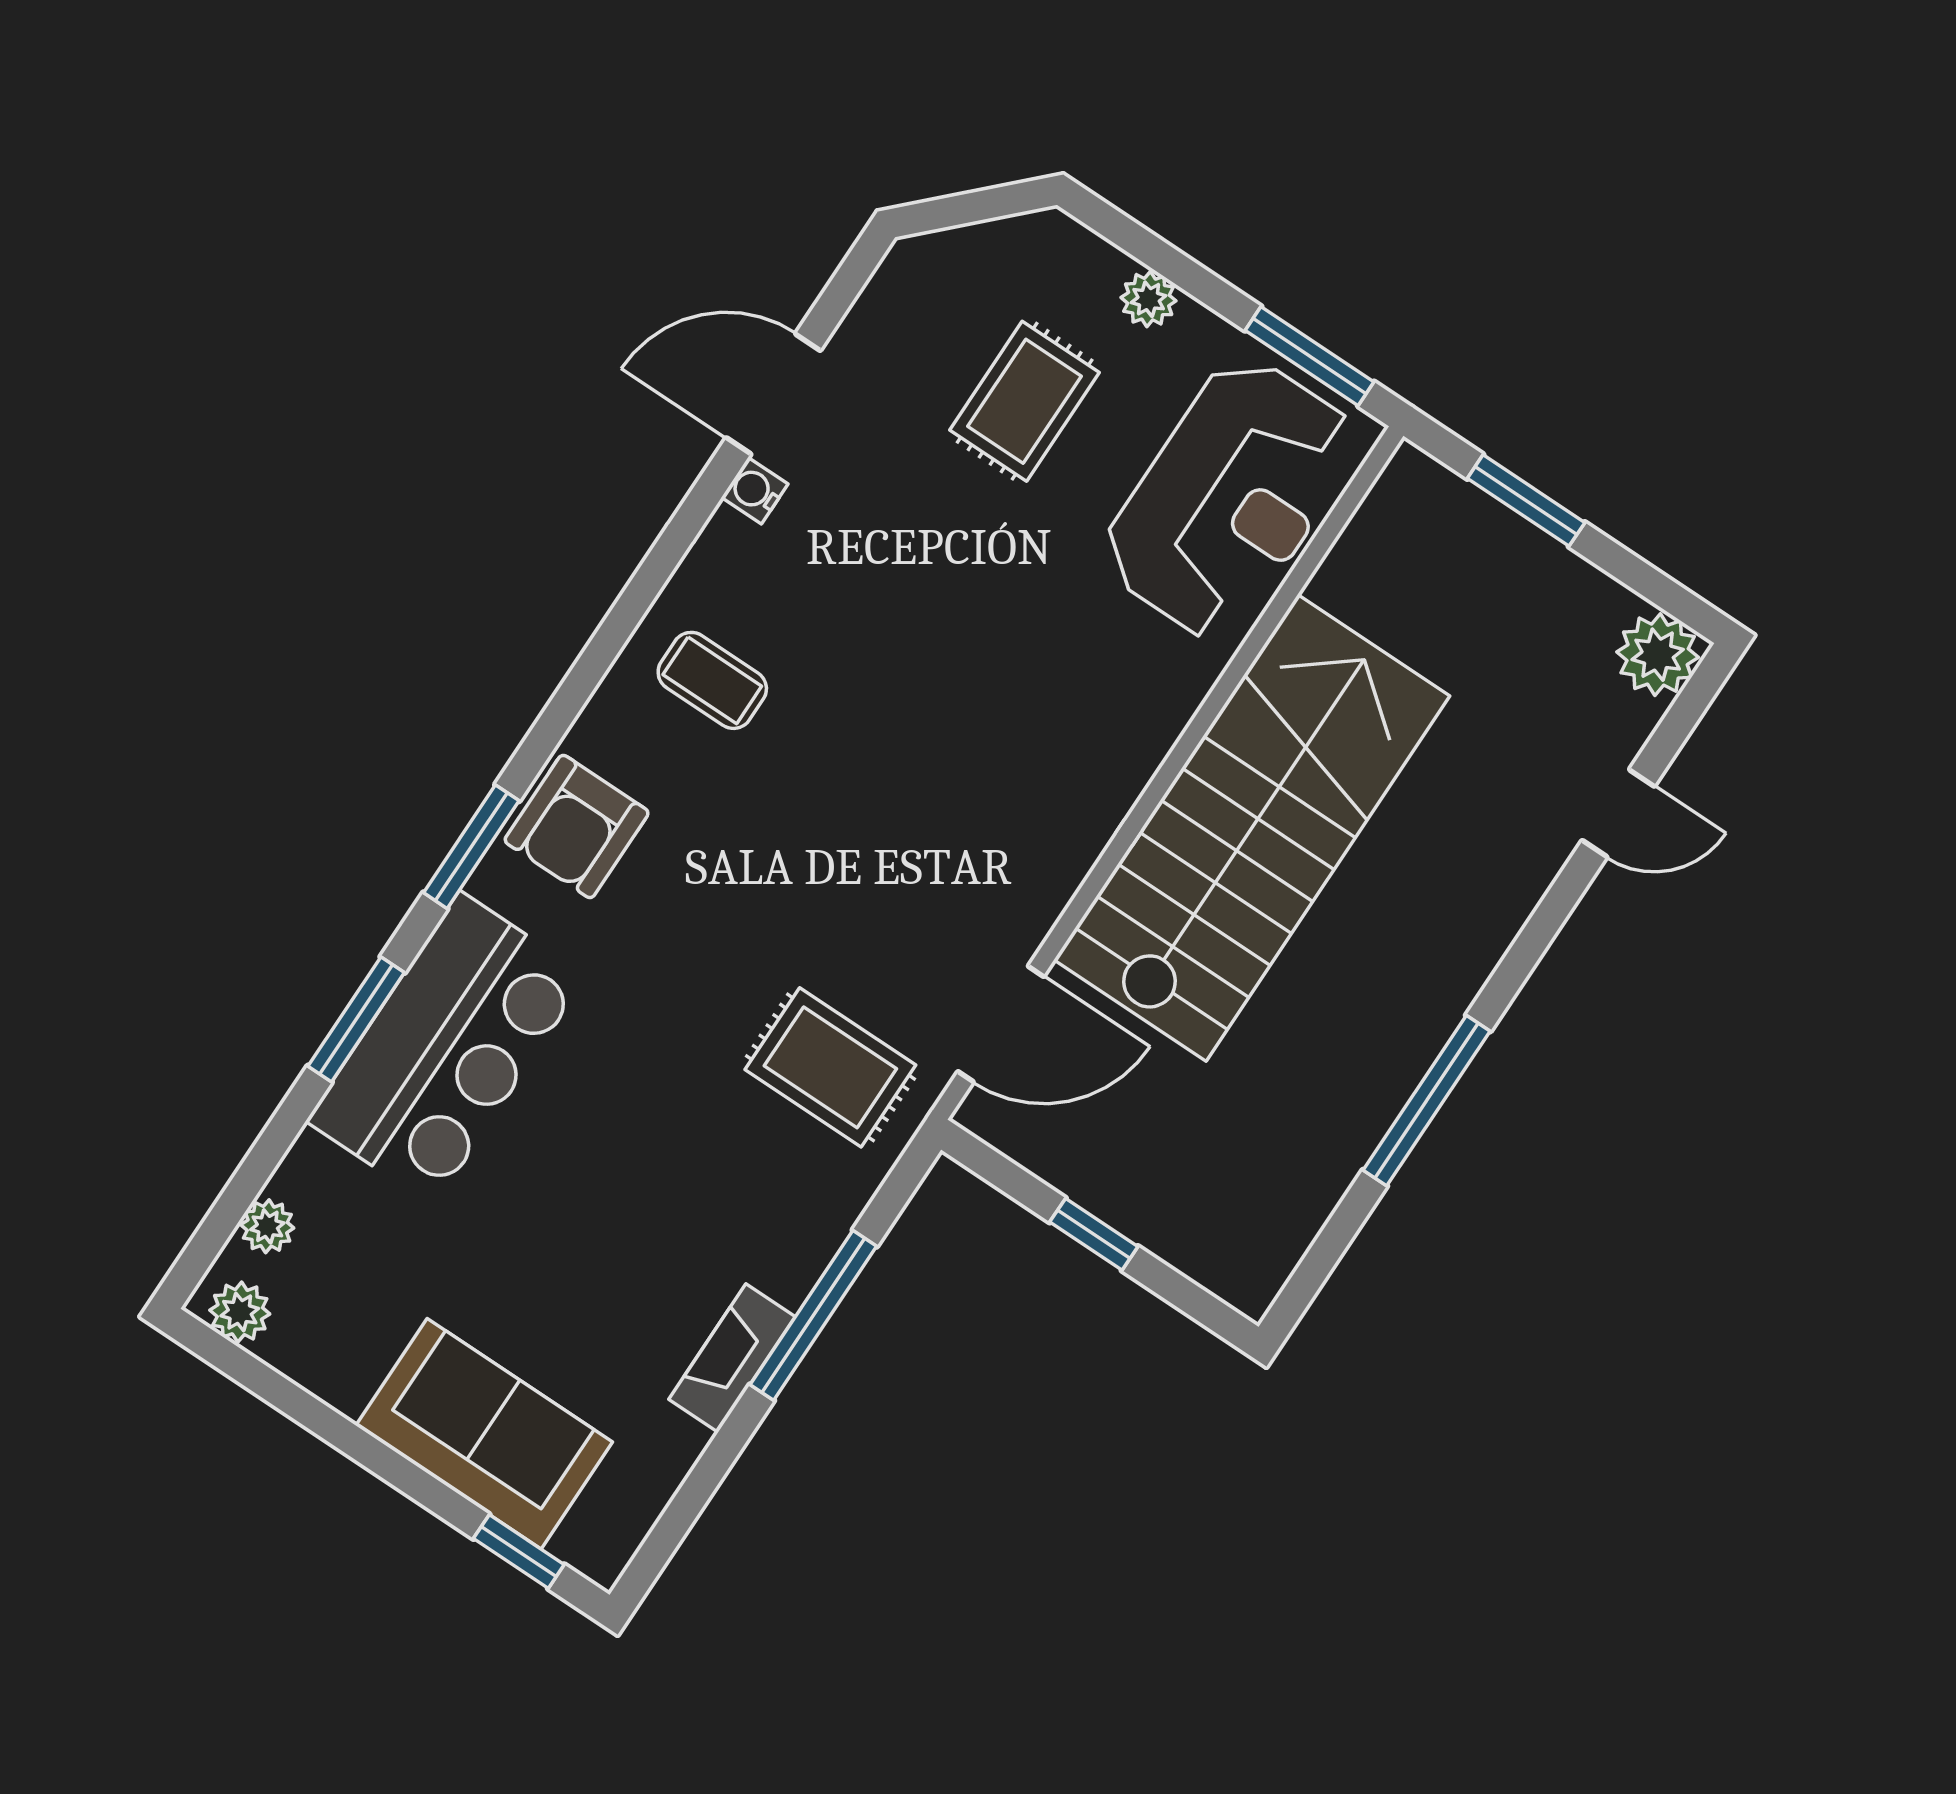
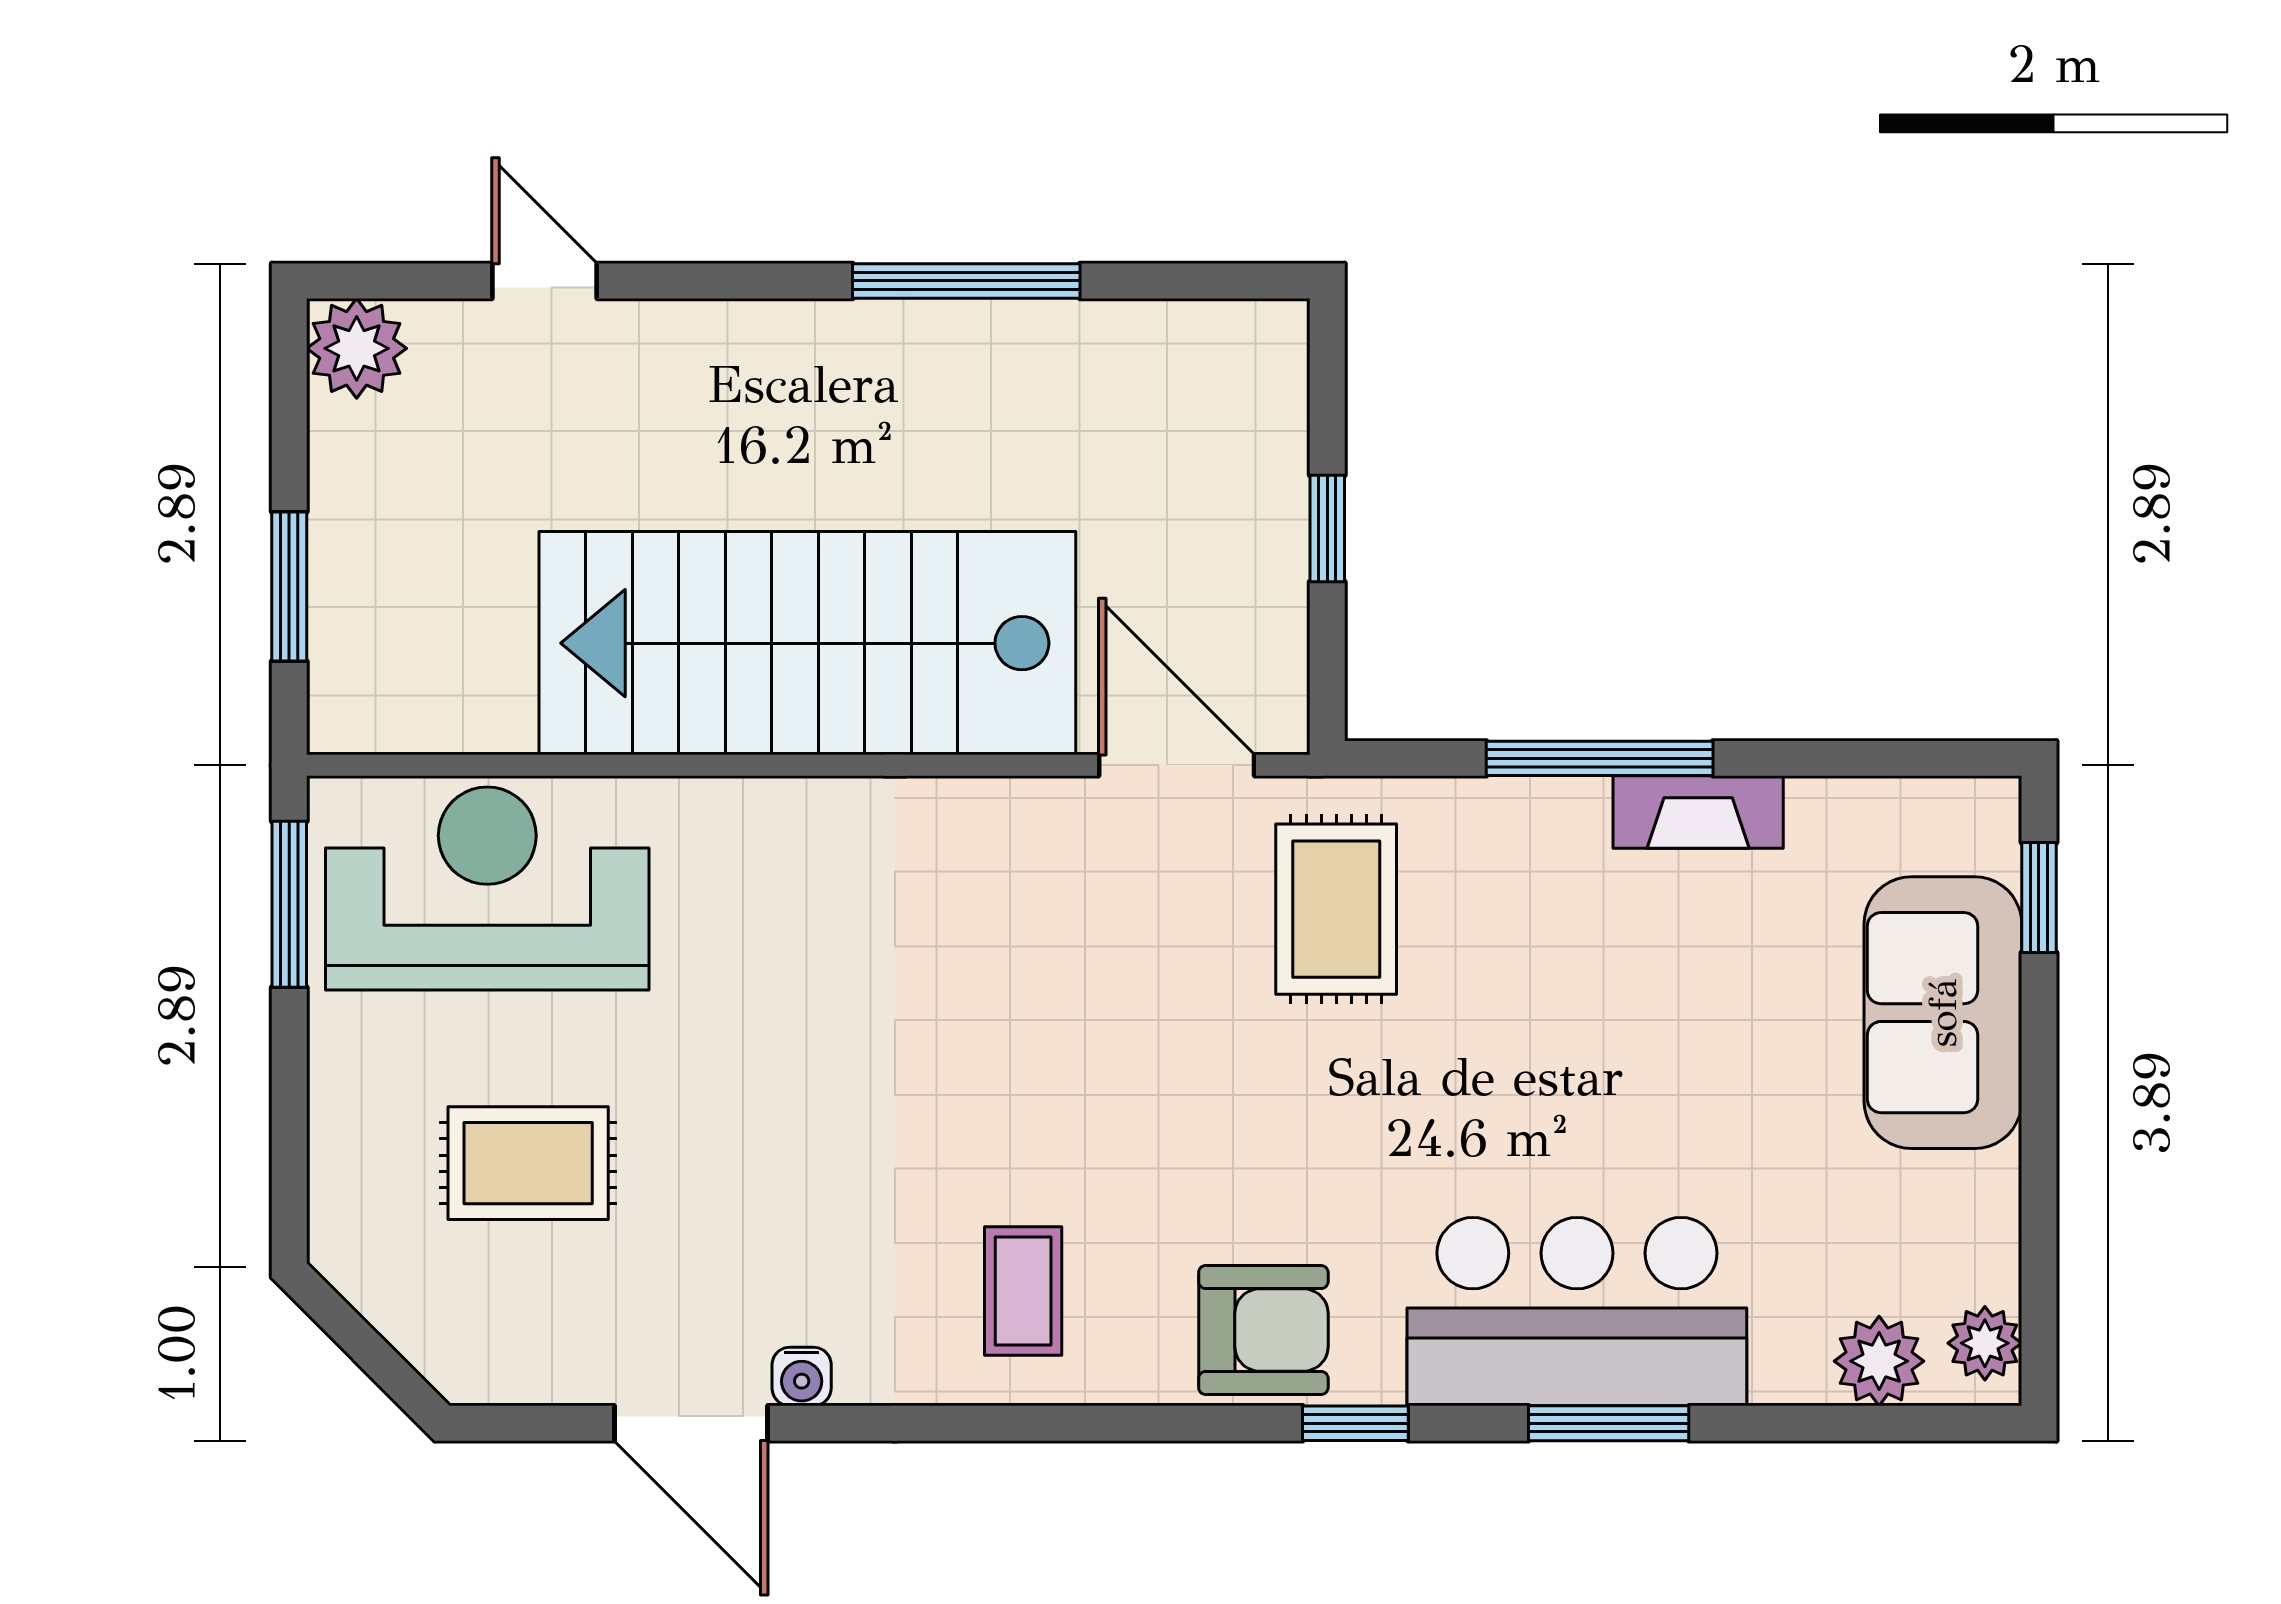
plant: (1149, 299) -> (340, 1106), removed
window: (471, 847) -> (1355, 1423), width x0.67
plant: (267, 1226) -> (1879, 1361), width x1.38, depth x1.38

